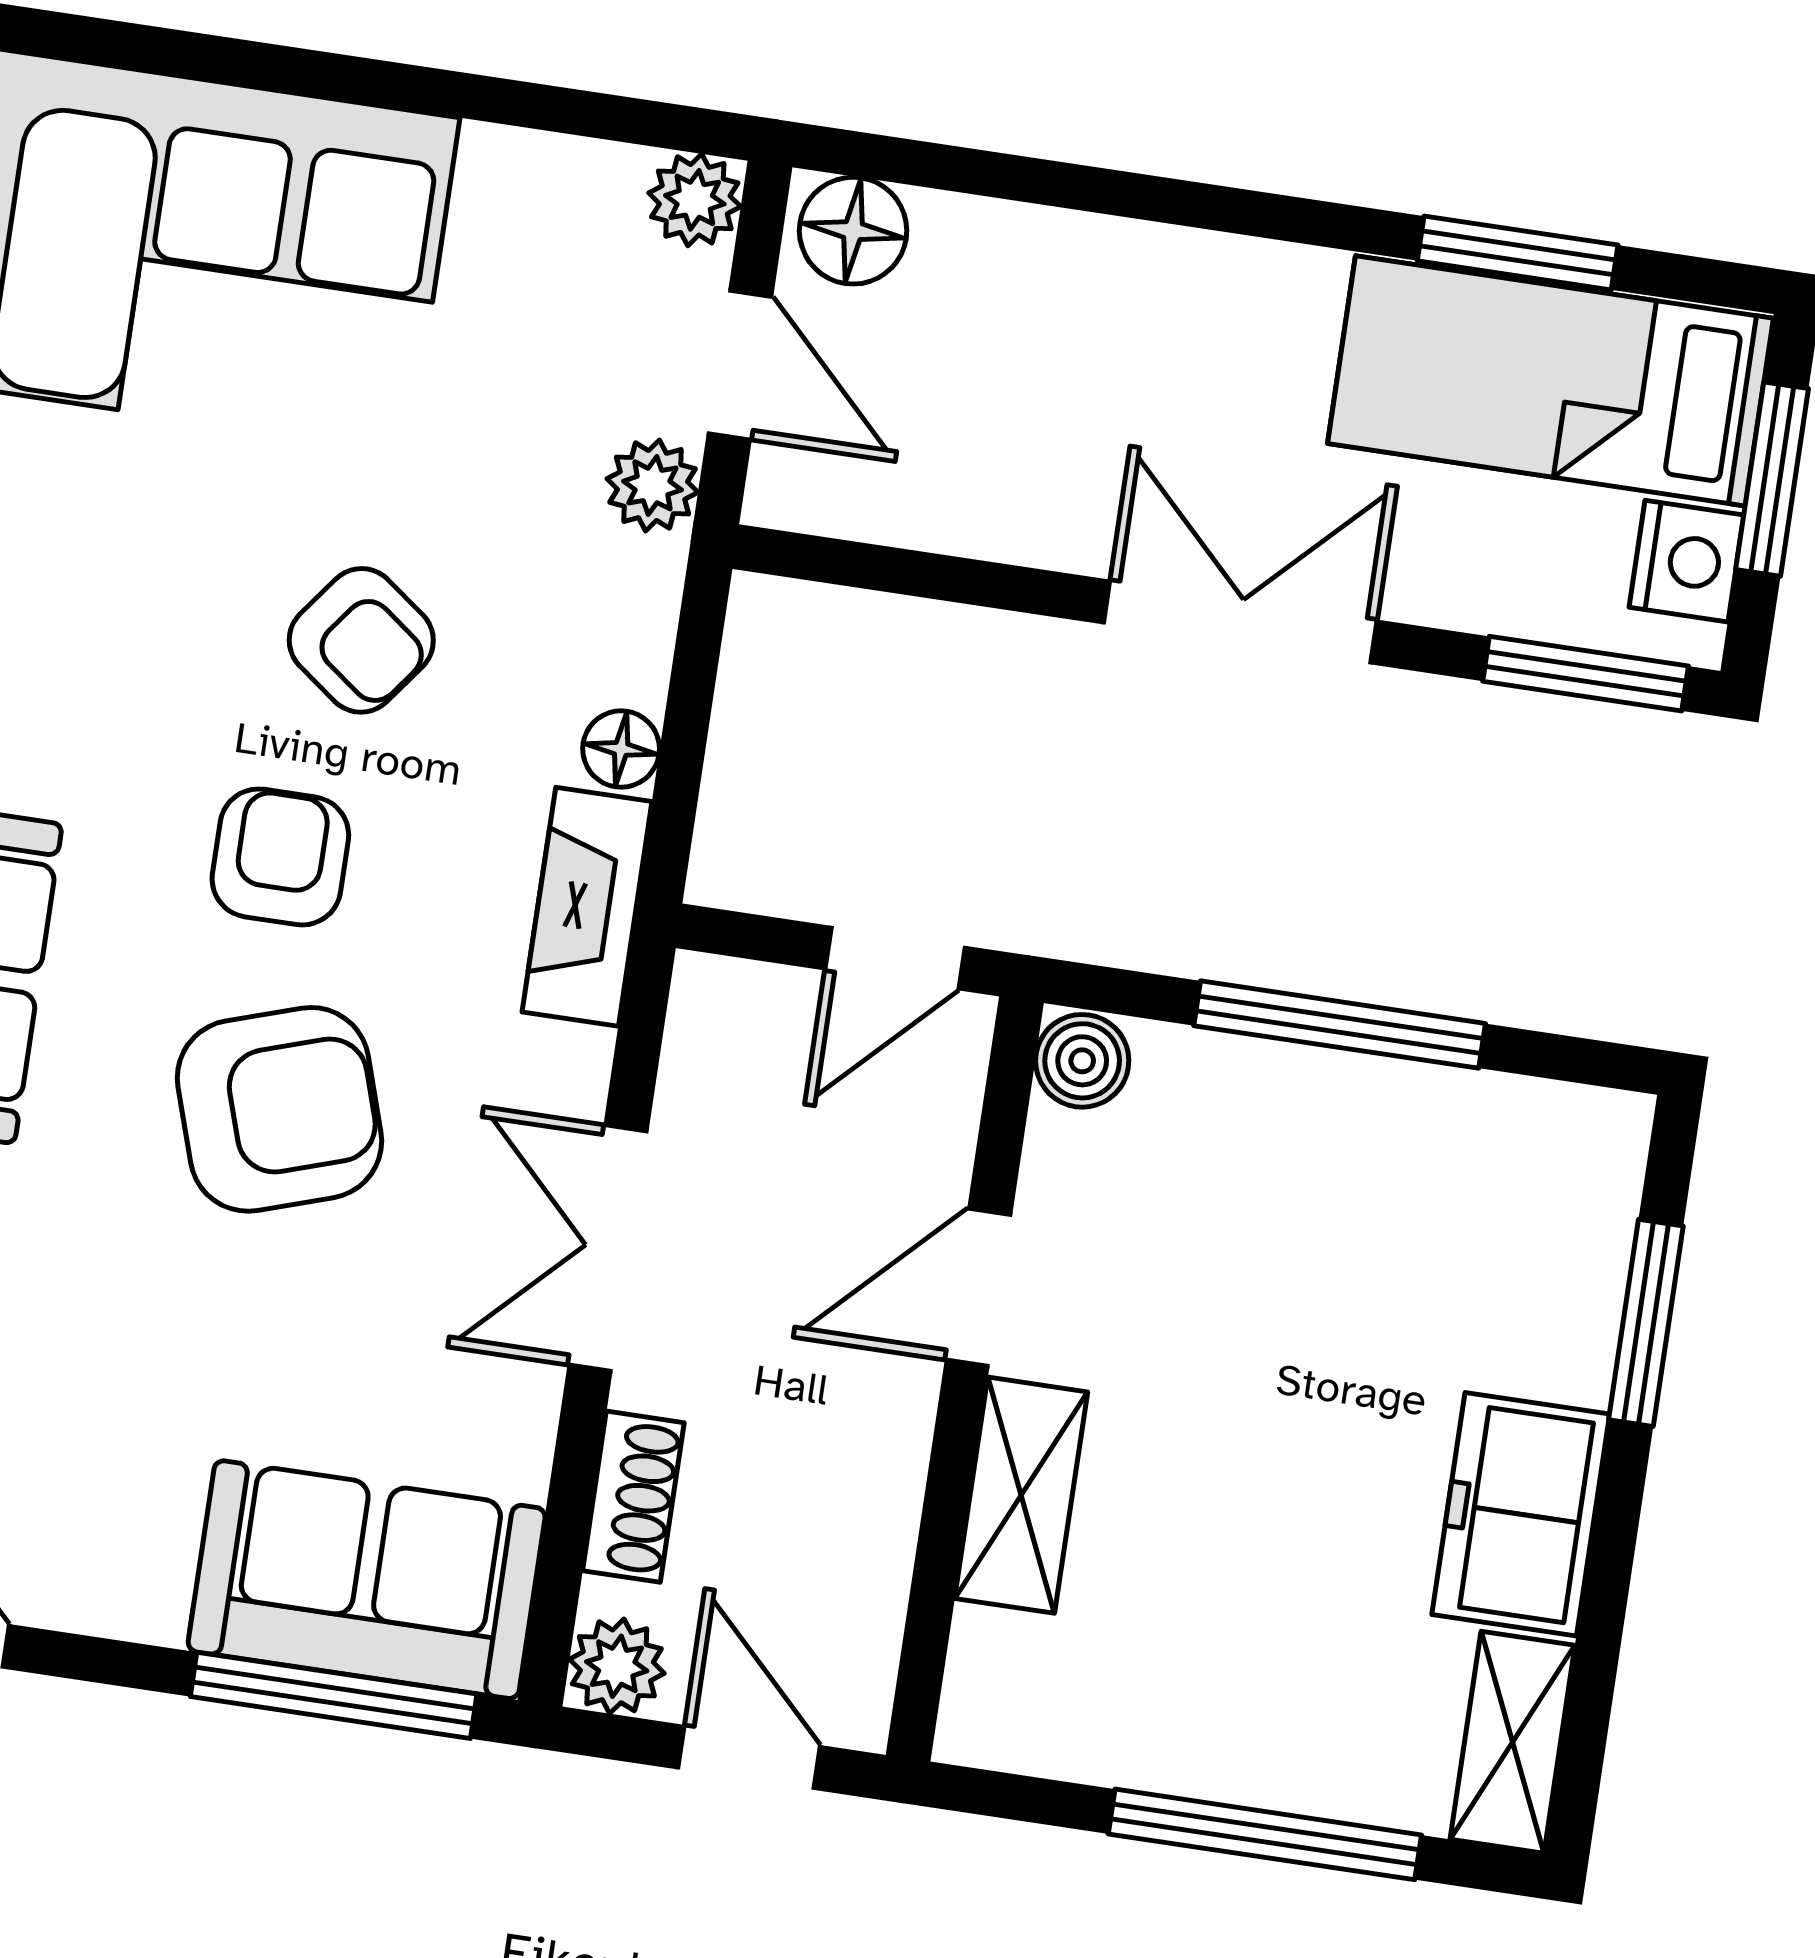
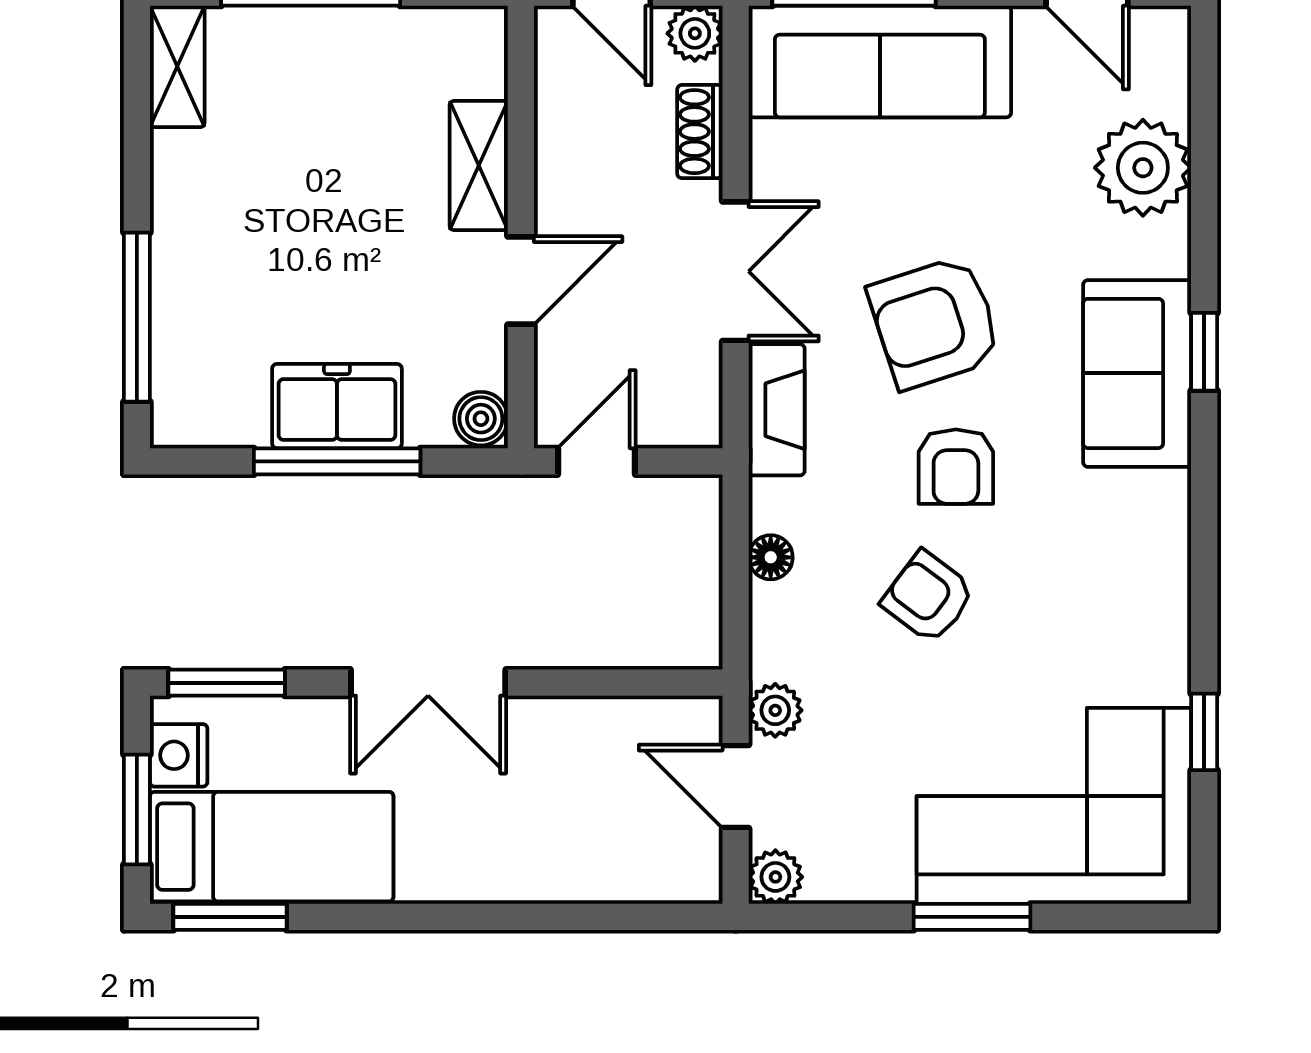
window: (368, 81) -> (972, 917), added
floor lamp: (853, 231) -> (682, 873), removed
window: (1518, 253) -> (230, 917), moved
fireplace: (587, 907) -> (777, 410), moved
window: (1646, 1323) -> (137, 317), width x1.44
freezer: (1521, 1514) -> (337, 406), moved, turned -90
sofa: (367, 1580) -> (880, 61), width x1.36

